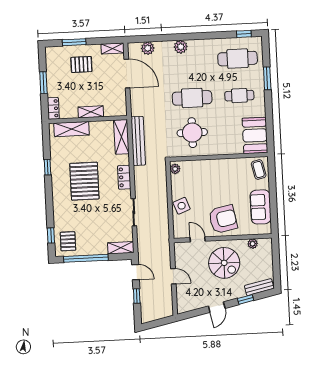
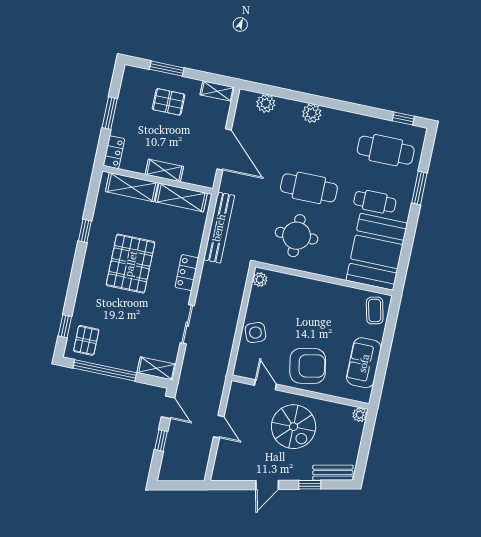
door: (127, 73) -> (224, 149), moved
booth: (255, 135) -> (377, 252), width x1.36, depth x1.42
shelving: (121, 137) -> (181, 198), moved, turned 90
plant: (253, 244) -> (360, 415), moved

